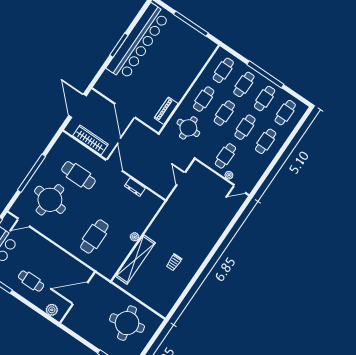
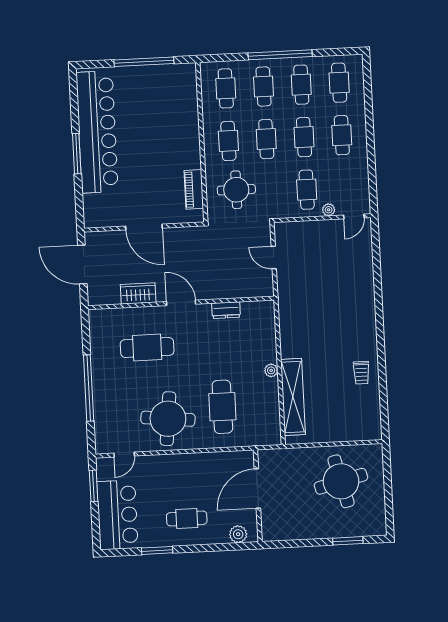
wardrobe: (91, 140) -> (138, 293), width x0.67
round table: (50, 200) -> (168, 419), moved
trolley: (174, 262) -> (361, 373), moved

